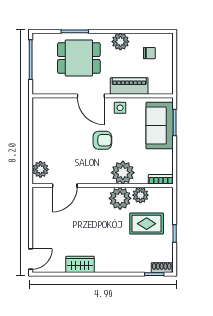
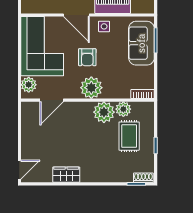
corner sofa: (55, 129) -> (42, 46), added
armchair: (102, 140) -> (87, 57), turned 90
plant: (123, 173) -> (91, 88), moved
rug: (147, 224) -> (129, 136), turned 90

